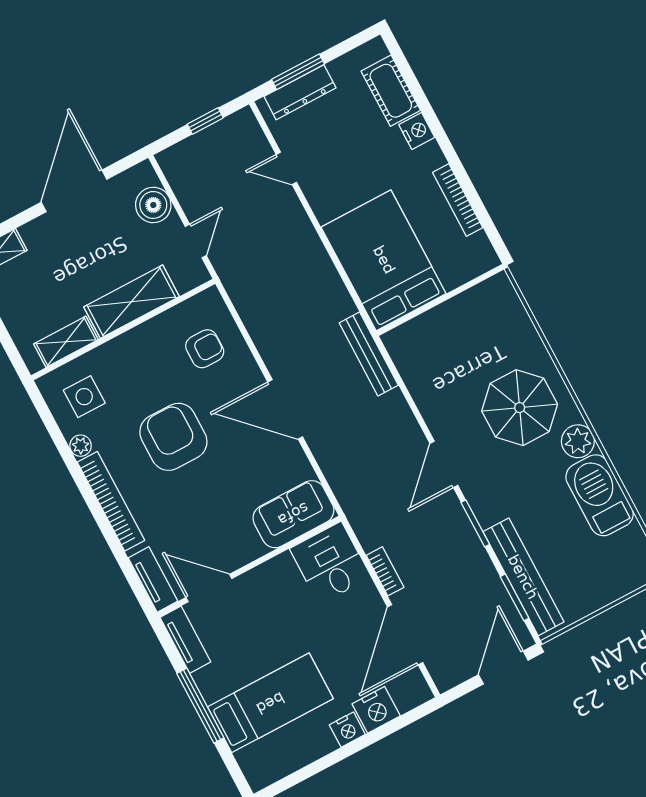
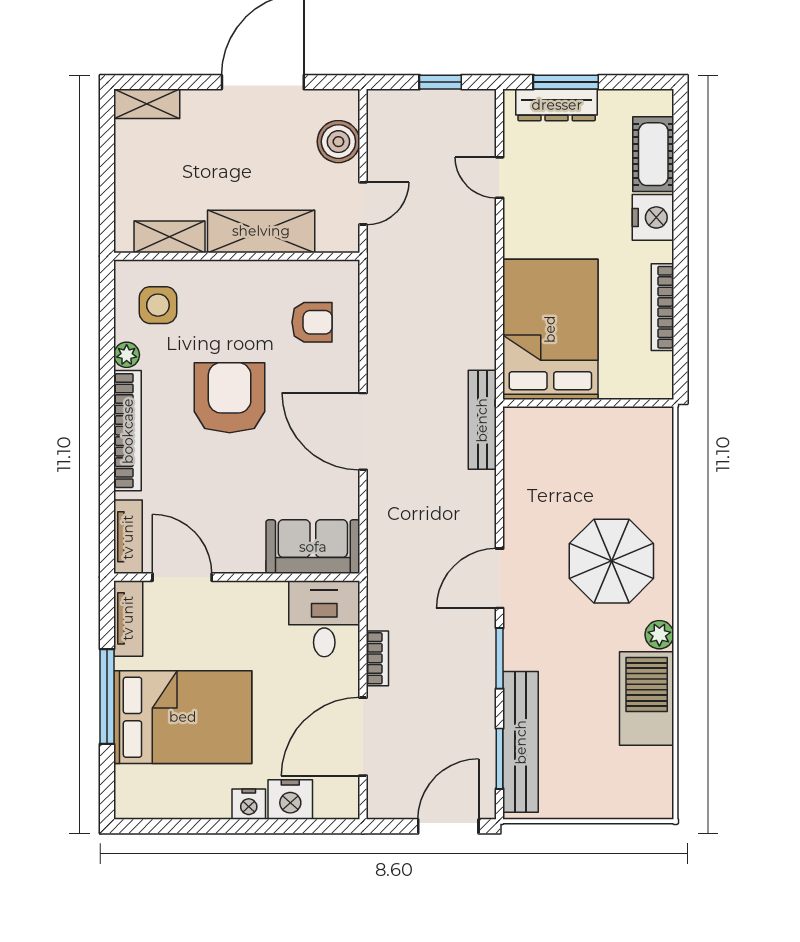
nightstand: (417, 131) -> (653, 217), width x1.36, depth x1.33
plant: (578, 441) -> (659, 635), width x0.73, depth x0.73
bed: (270, 703) -> (183, 717), width x1.50

